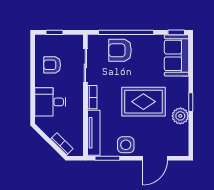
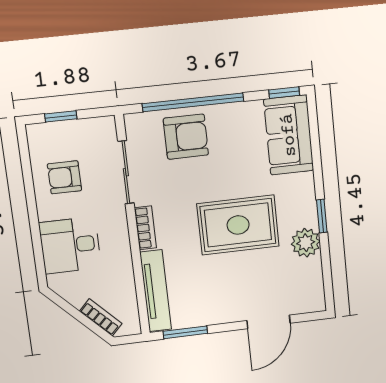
armchair: (120, 50) -> (186, 137), turned 180
side table: (126, 145) -> (215, 305), removed

